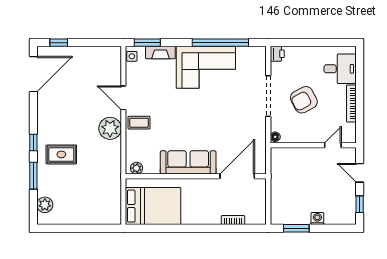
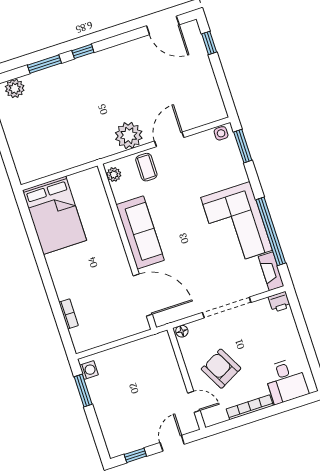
fireplace: (160, 52) -> (271, 271), moved
door: (33, 74) -> (163, 25), width x0.73
armchair: (304, 100) -> (221, 369), moved
rug: (61, 154) -> (80, 89), removed
sofa: (188, 162) -> (140, 232), moved
plant: (137, 168) -> (114, 174), moved
wall: (196, 176) -> (127, 247), moved
door: (237, 176) -> (143, 295), moved
washing machine: (317, 219) -> (89, 370), moved

